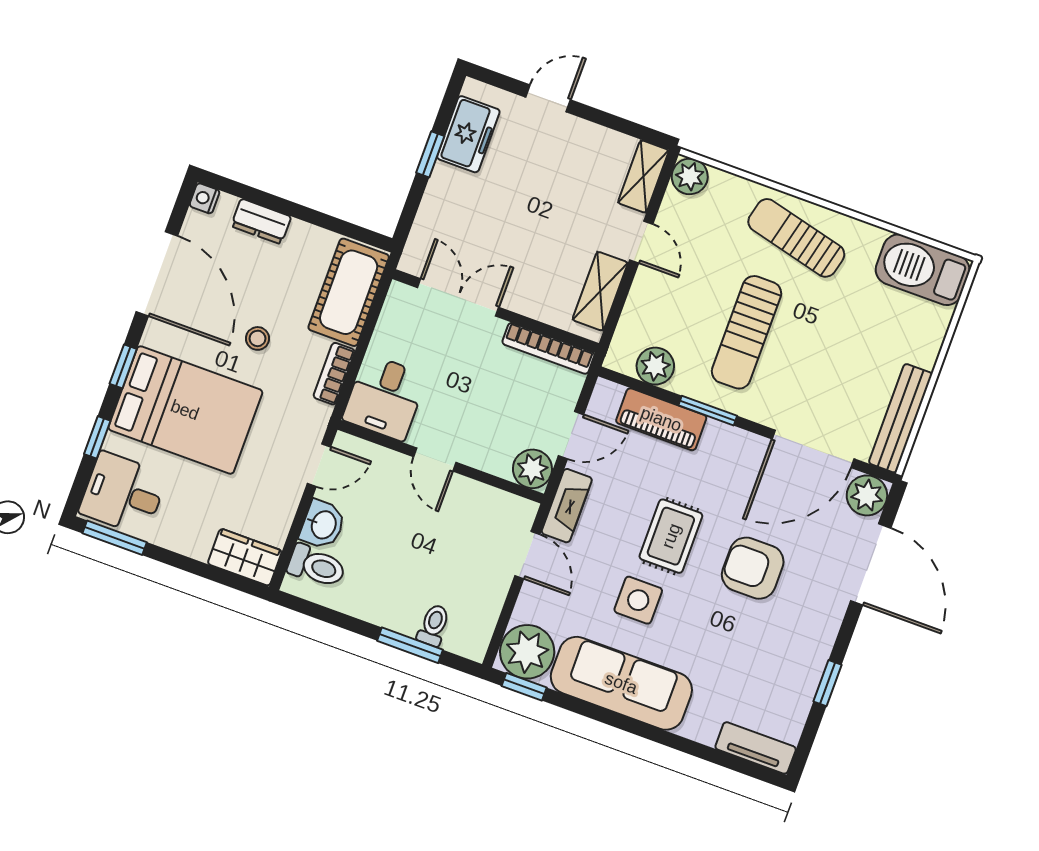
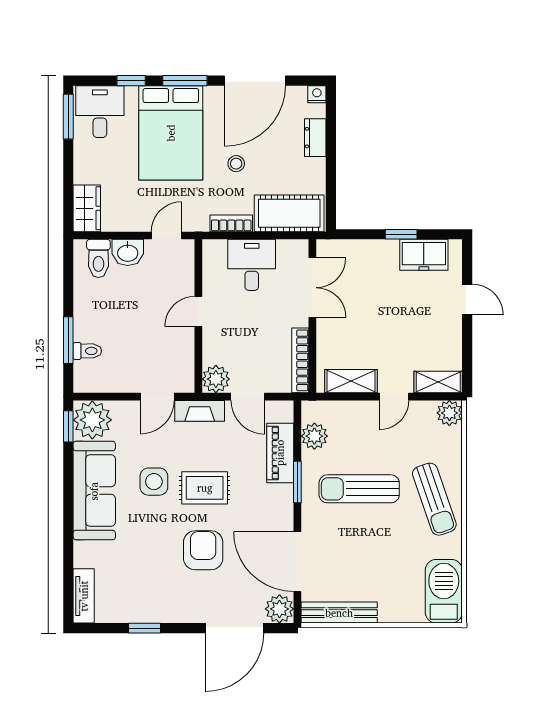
sun lounger: (796, 238) -> (434, 499), turned 147
window: (123, 366) -> (185, 81), width x1.50
desk: (385, 397) -> (252, 265), moved, turned 90
door: (319, 465) -> (166, 235), swing flipped

